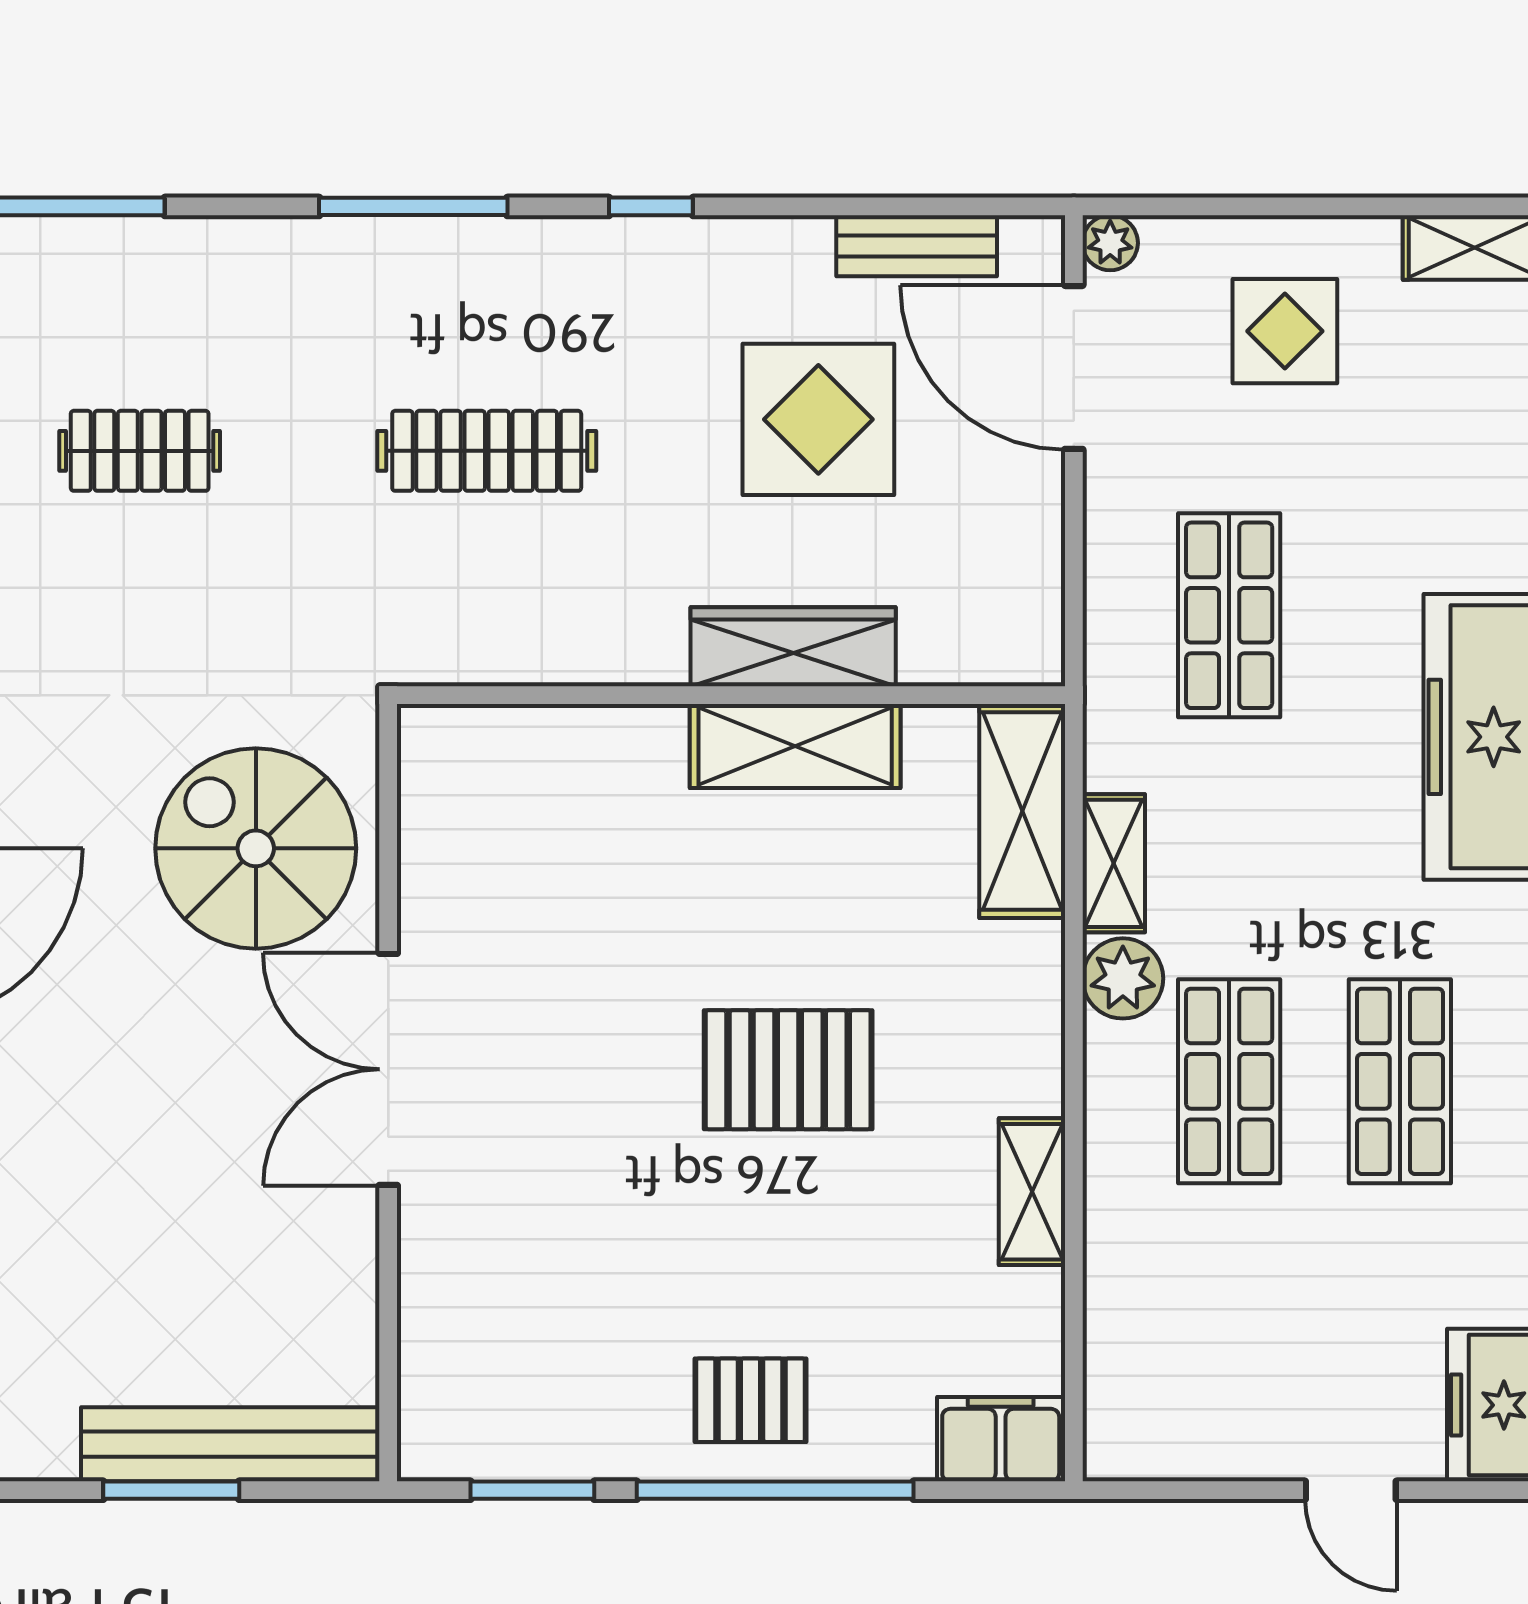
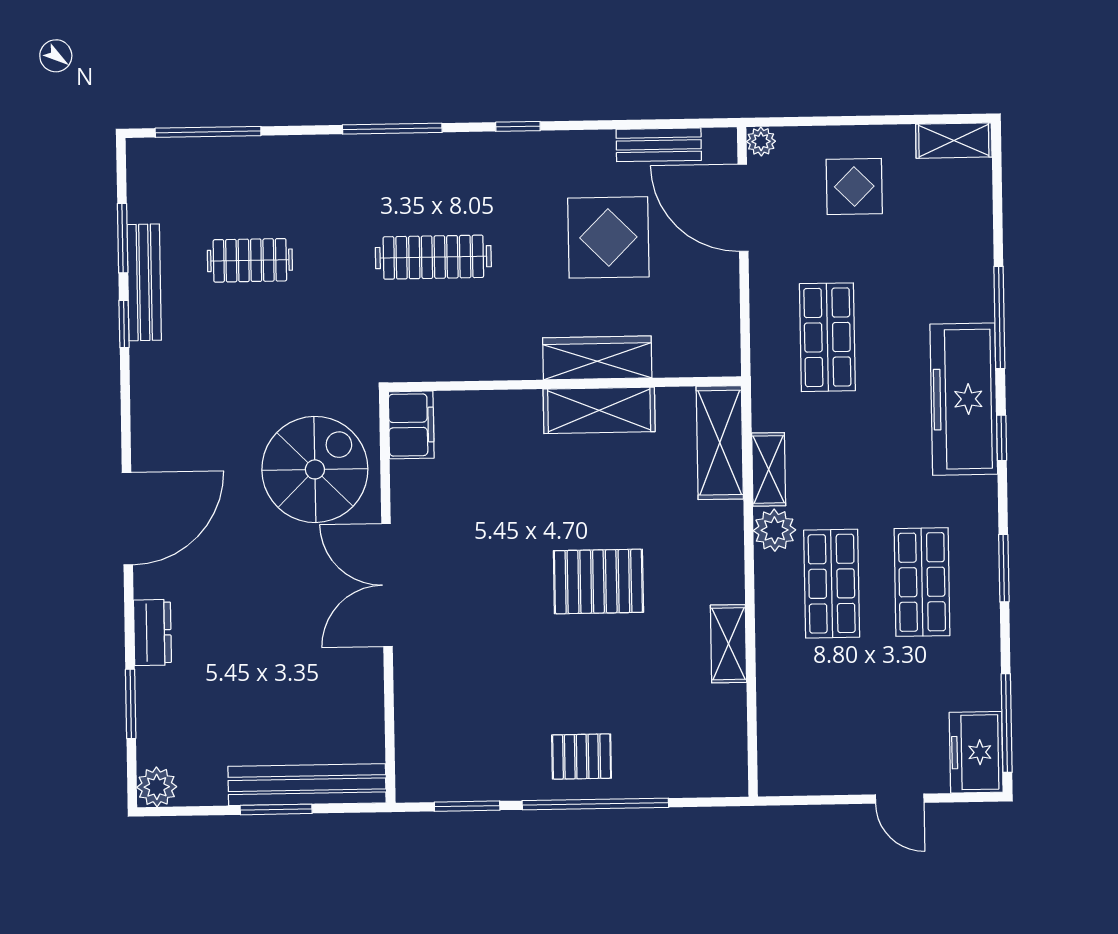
spiral stairs: (256, 848) -> (315, 469), turned 90
filing cabinet: (1001, 1439) -> (411, 425), moved, turned 90

